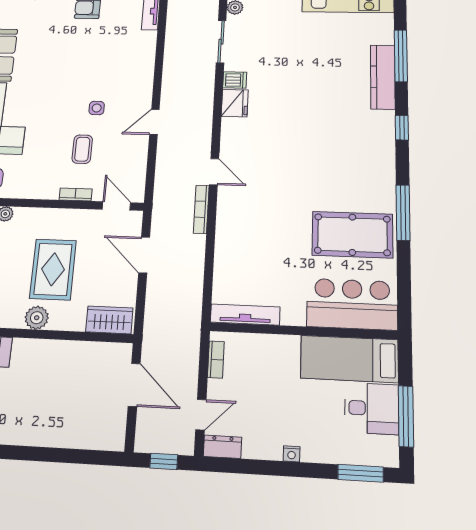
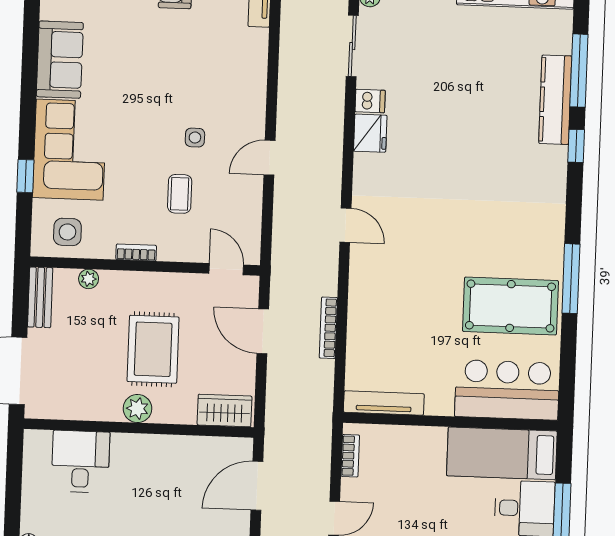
window: (402, 128) -> (576, 146), moved
bookcase: (76, 194) -> (136, 252), moved
bookcase: (201, 209) -> (328, 328), moved
door: (134, 385) -> (257, 486), swing flipped

